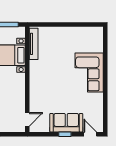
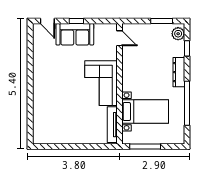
corner sofa: (89, 72) -> (101, 83), moved, turned 180
door: (27, 119) -> (119, 38), swing flipped

